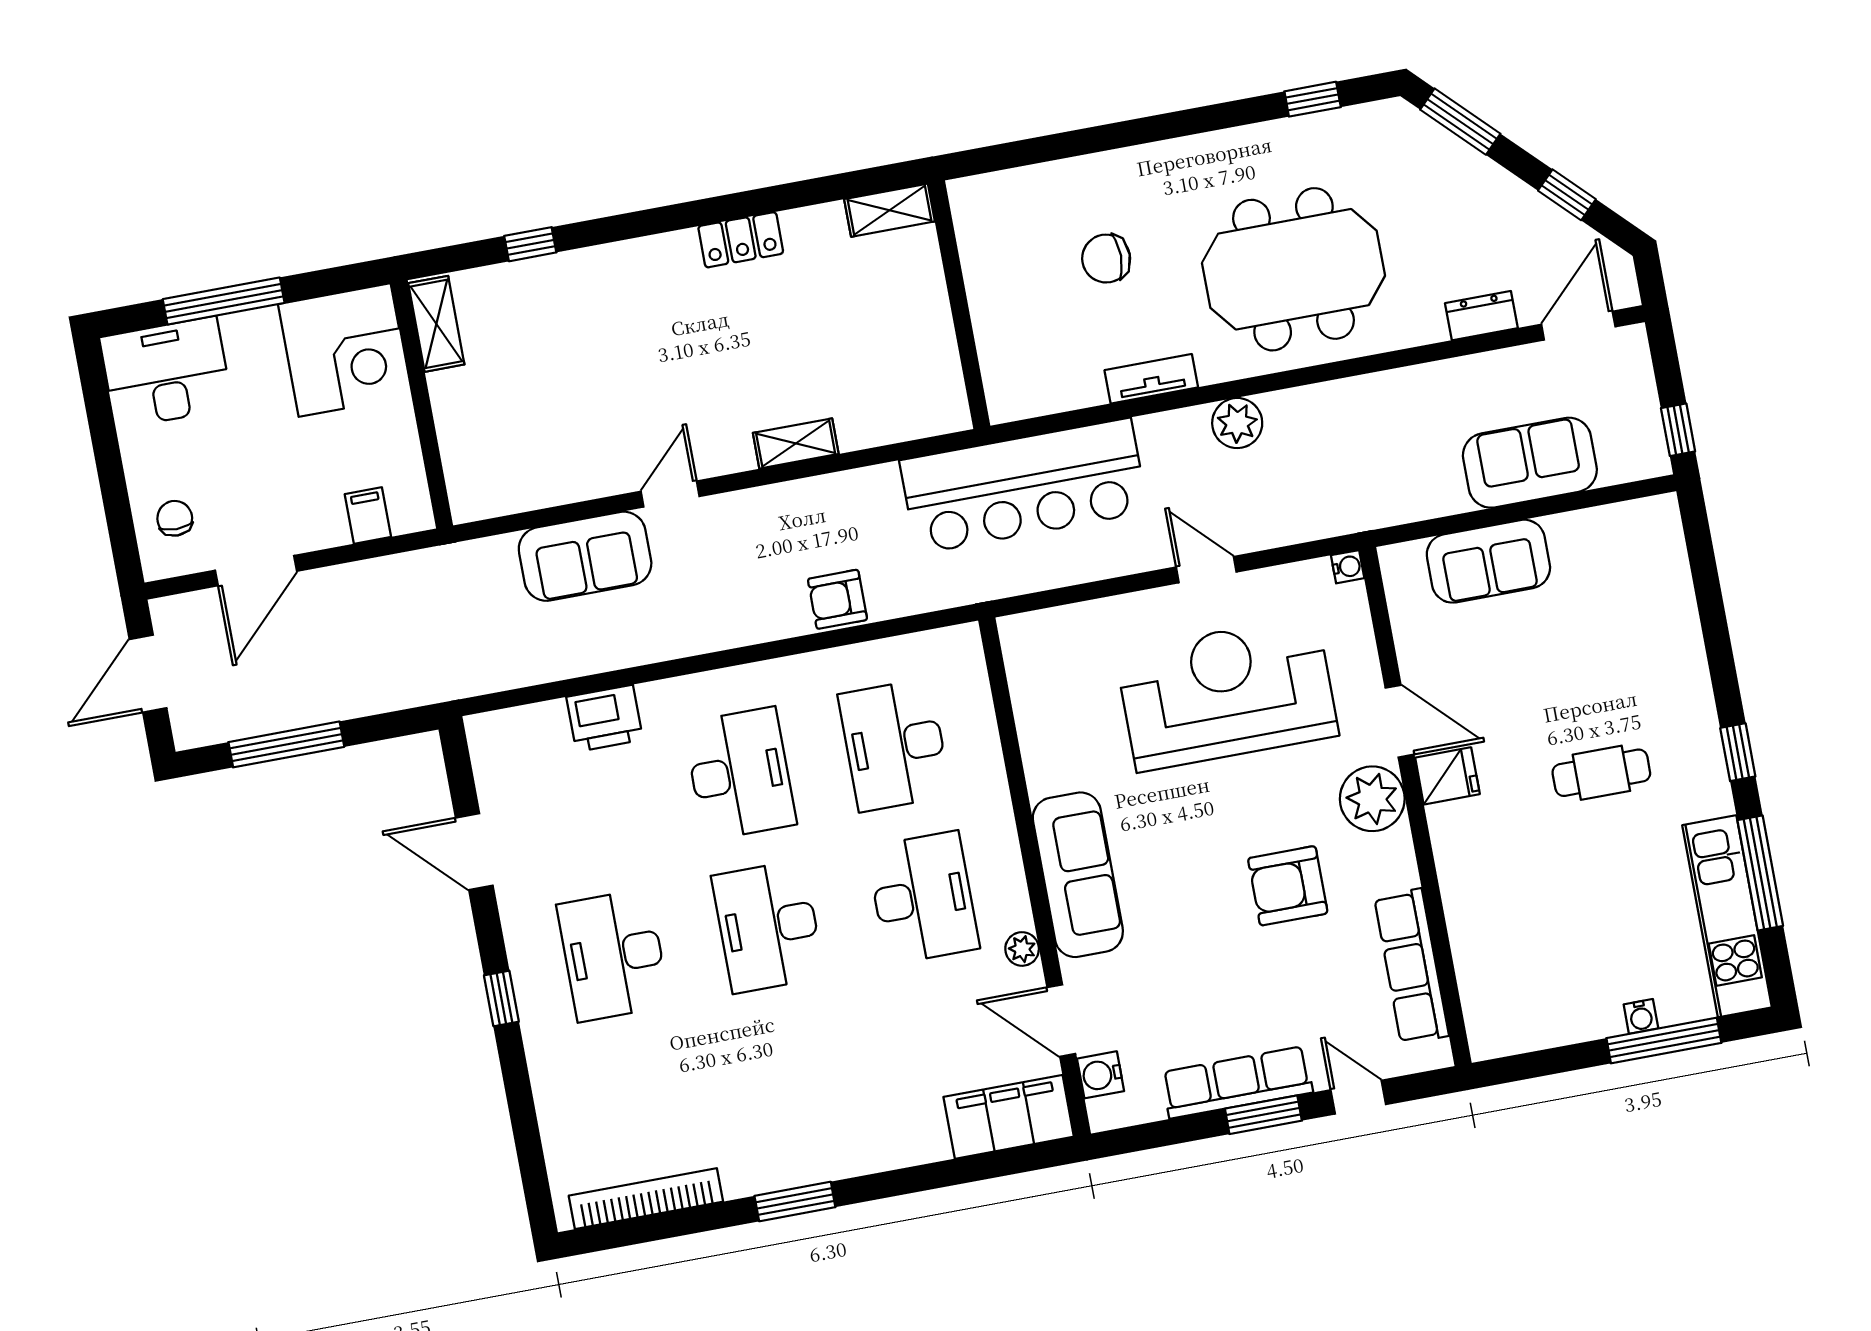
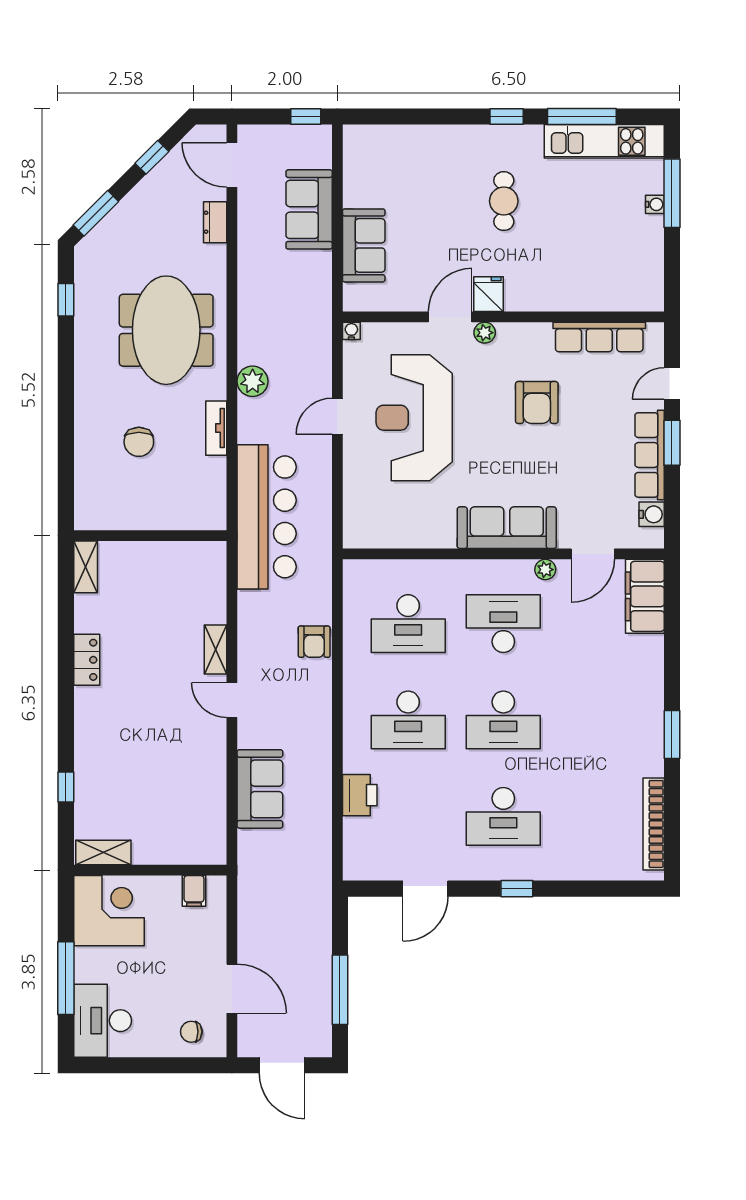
door: (670, 494) -> (232, 700), moved
filing cabinet: (368, 515) -> (194, 891), moved, turned -90
desk: (740, 774) -> (408, 720), turned 180
plant: (1372, 799) -> (485, 333), width x0.53, depth x0.53
water cooler: (1101, 1075) -> (652, 514), moved, turned -90

